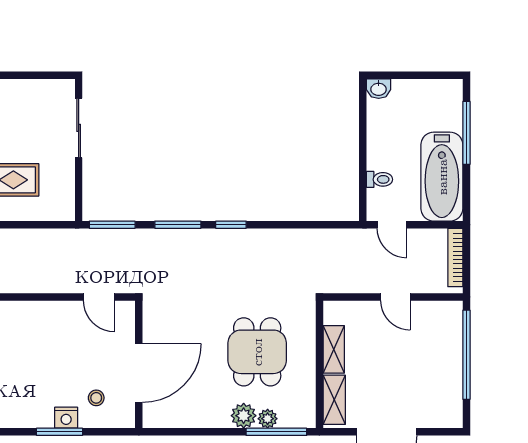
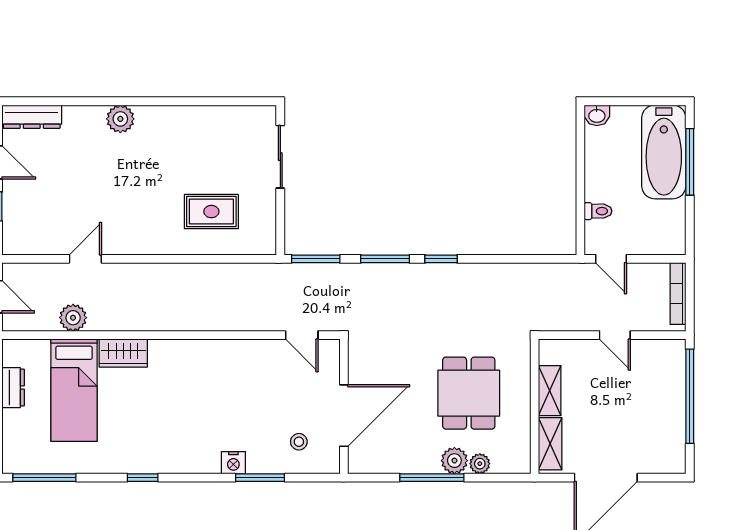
bathtub: (442, 177) -> (664, 152), moved
nightstand: (66, 418) -> (233, 463), moved
window: (276, 432) -> (432, 478), moved

